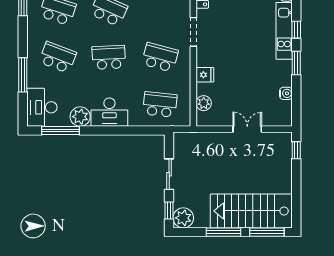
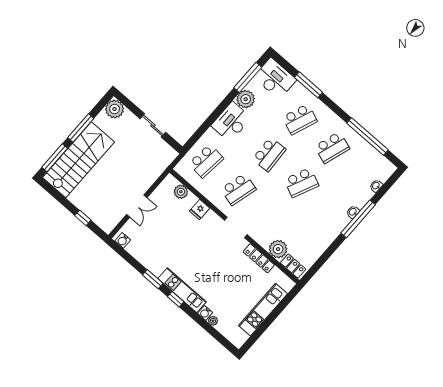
water cooler: (286, 93) -> (123, 240), moved
window: (296, 150) -> (83, 218), moved
window: (169, 210) -> (128, 104), removed

